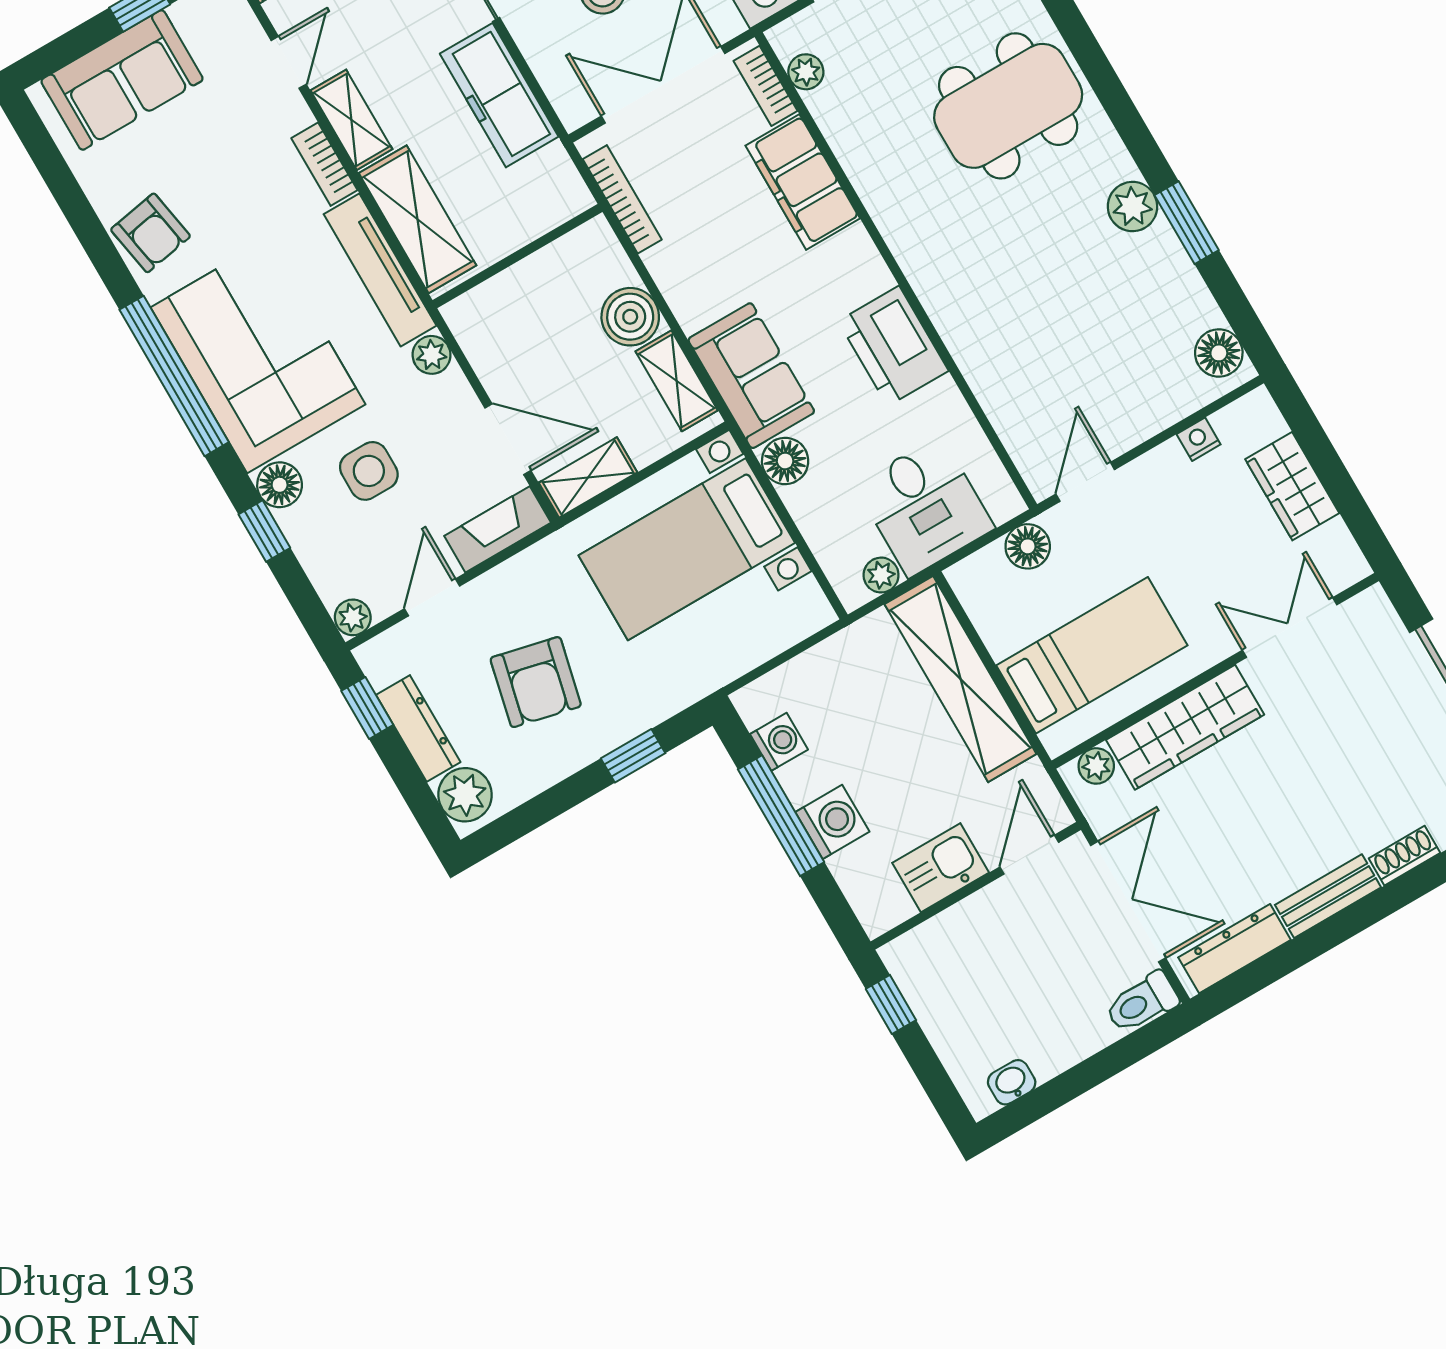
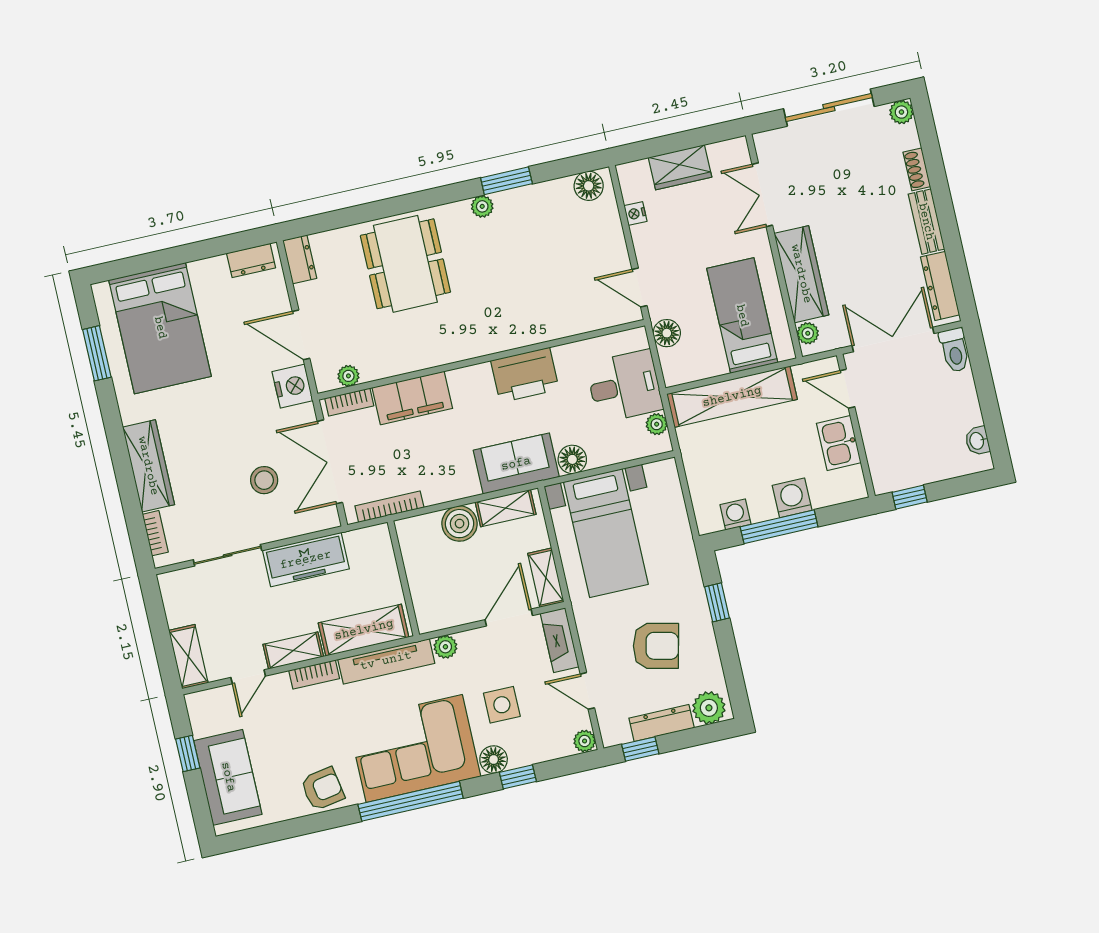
door: (289, 62) -> (248, 677), swing flipped
plant: (1132, 207) -> (482, 206), width x0.73, depth x0.73

